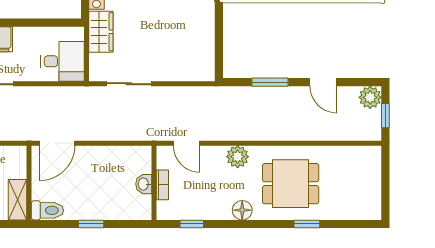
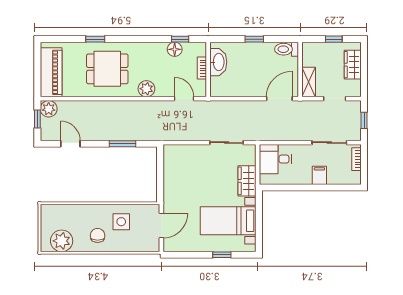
door: (323, 82) -> (70, 144), moved
plant: (370, 97) -> (49, 109), moved
piano: (367, 179) -> (51, 72), added
washbasin: (144, 184) -> (218, 62), width x1.91, depth x1.45
shelving: (18, 200) -> (309, 82), moved
floor lamp: (242, 210) -> (175, 49), moved

